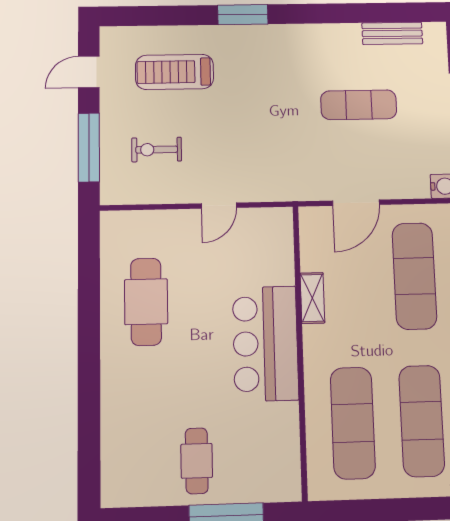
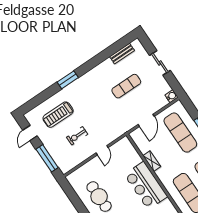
exercise bike: (157, 150) -> (77, 136), moved

